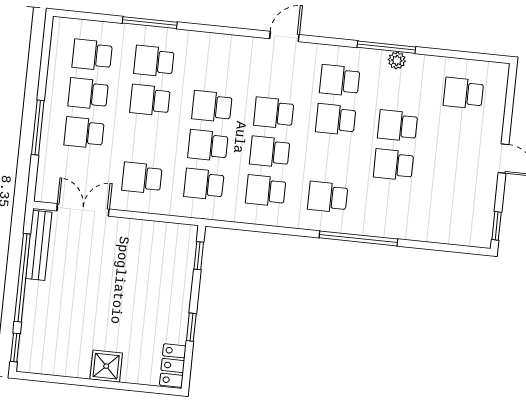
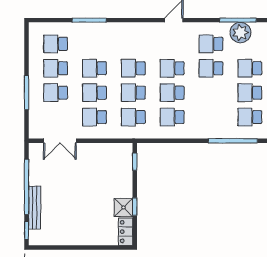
plant: (397, 60) -> (240, 33), width x1.88, depth x1.88
school desk: (154, 61) -> (94, 93), moved
school desk: (328, 197) -> (250, 117), moved
double door: (83, 210) -> (60, 141), swing flipped
bench: (39, 245) -> (35, 208), moved
shower: (106, 366) -> (123, 207), moved

